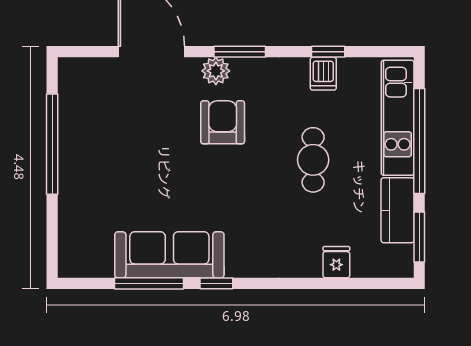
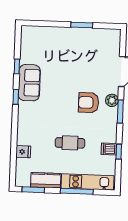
armchair: (223, 122) -> (89, 103), turned 180
window: (419, 141) -> (77, 191), width x0.68
window: (52, 144) -> (82, 25), width x0.47
sofa: (169, 255) -> (29, 83), width x0.73
window: (149, 283) -> (17, 66), width x0.46

